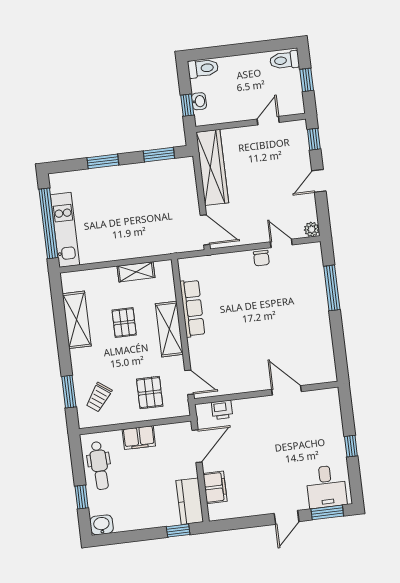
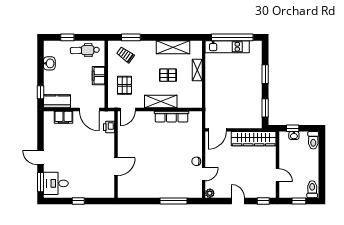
shelving: (136, 272) -> (197, 70), moved
pallet: (150, 393) -> (124, 85), turned 90
washbasin: (102, 525) -> (49, 63), moved

